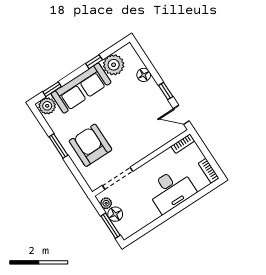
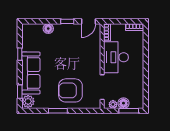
plant: (114, 65) -> (30, 43), removed
desk: (171, 190) -> (116, 57), moved, turned 180

